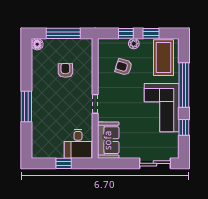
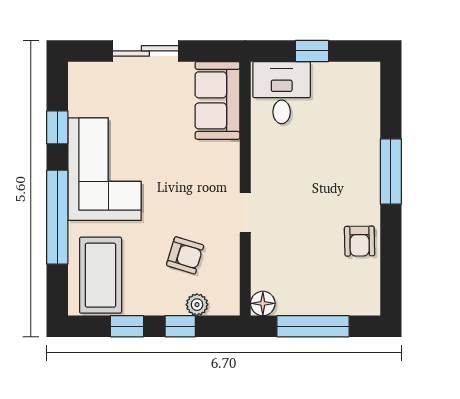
floor lamp: (37, 44) -> (263, 303), moved
plant: (134, 44) -> (197, 305), moved
armchair: (65, 70) -> (360, 241), moved
doorway: (95, 104) -> (245, 213), moved
sliding door: (155, 163) -> (145, 51), moved

